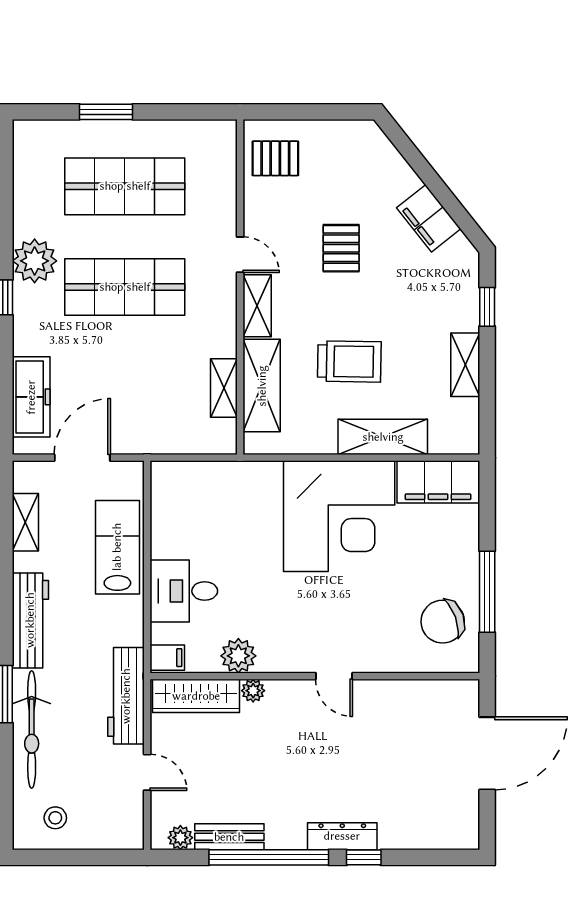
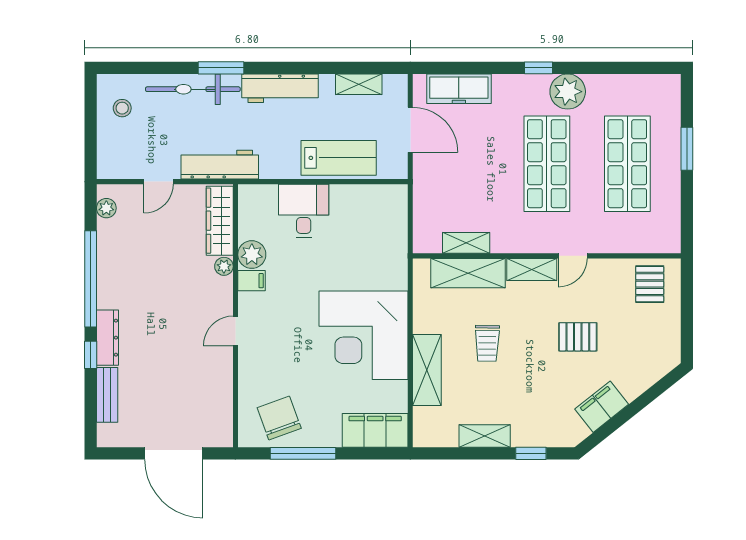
trolley: (349, 361) -> (487, 343), width x0.73, depth x0.72
filing cabinet: (438, 482) -> (375, 430), moved, turned 90
filing cabinet: (167, 658) -> (252, 281), moved, turned -90
bench: (229, 837) -> (107, 395), moved

